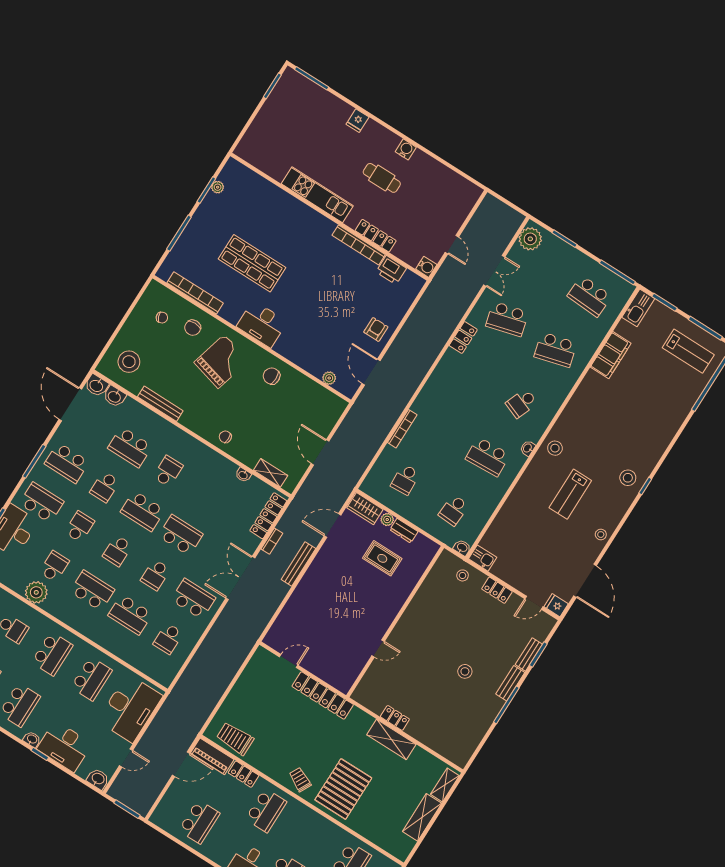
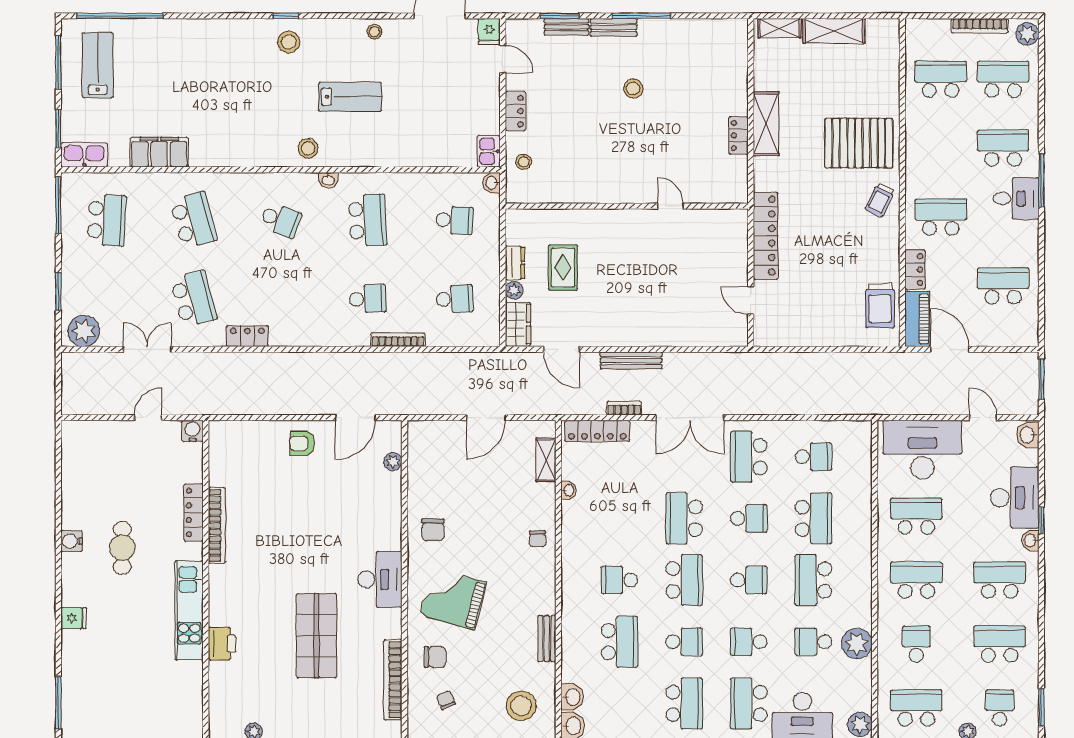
printer: (391, 270) -> (222, 644), moved
bench: (160, 404) -> (547, 639), width x0.73
school desk: (439, 426) -> (368, 299), added

